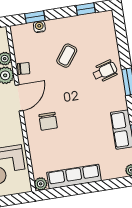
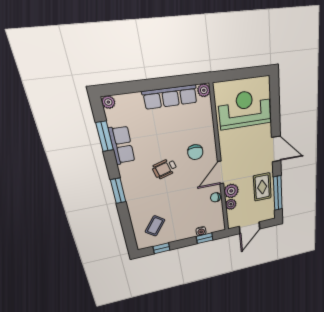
coffee table: (67, 56) -> (155, 226), moved
wheelchair: (105, 71) -> (165, 169), moved
chair: (48, 121) -> (195, 152), turned 180

